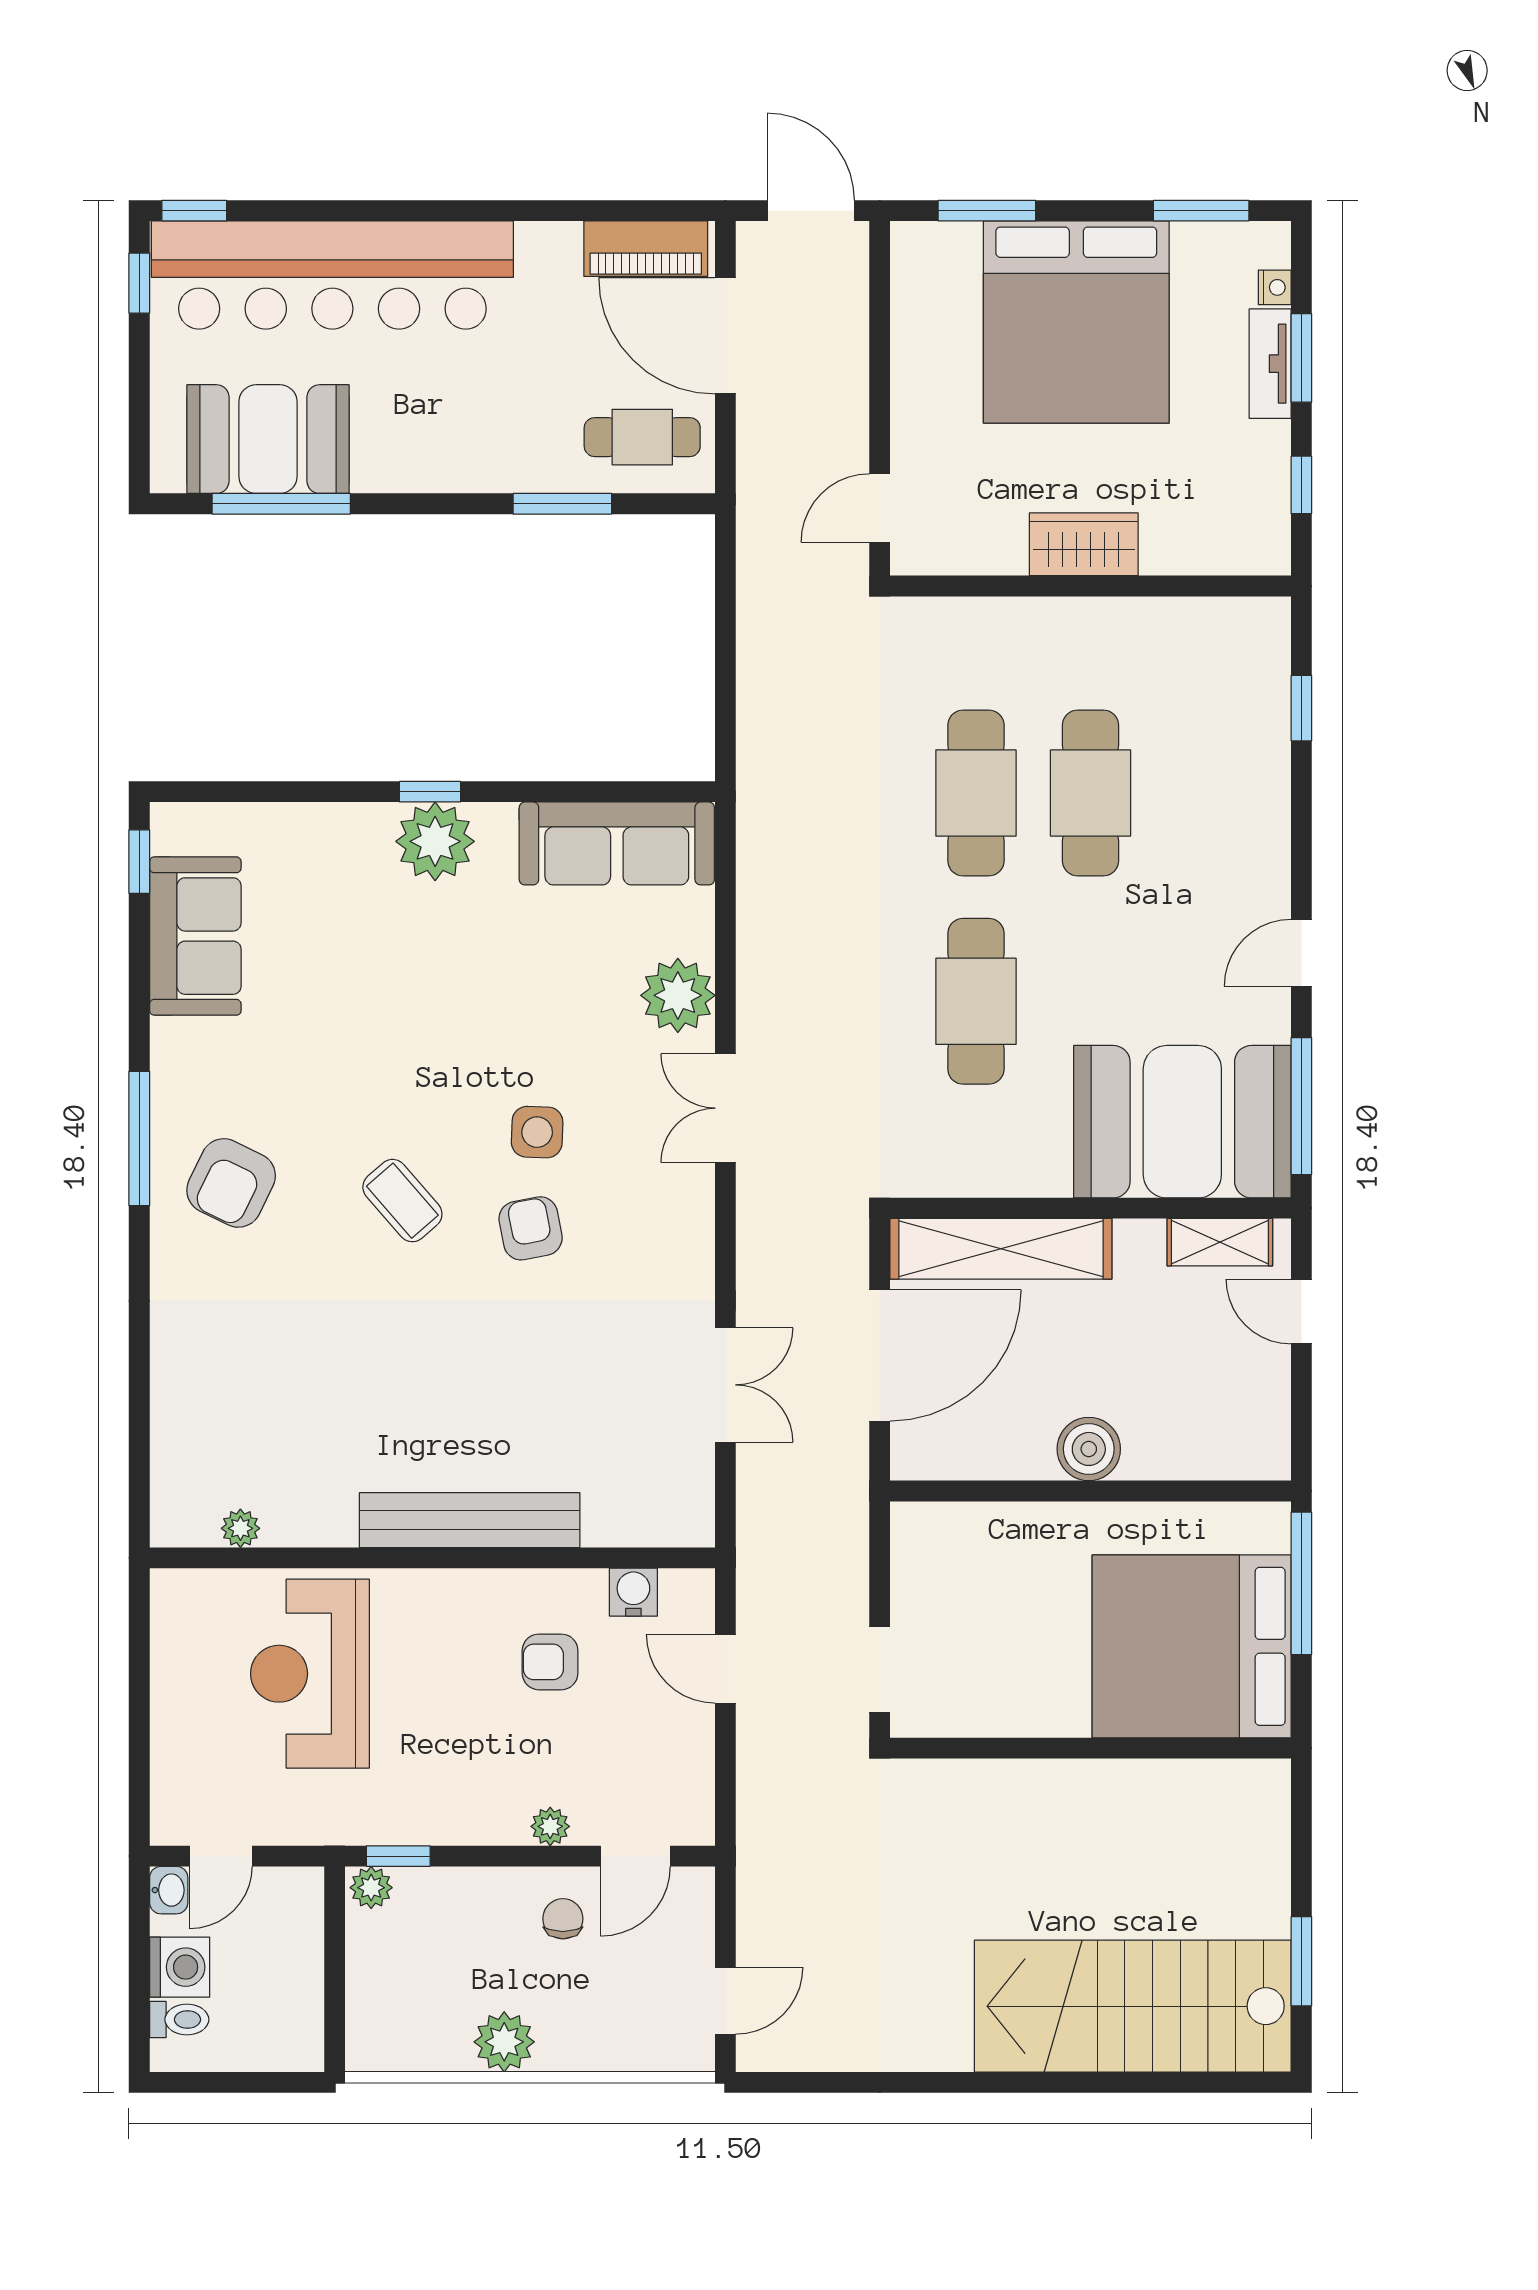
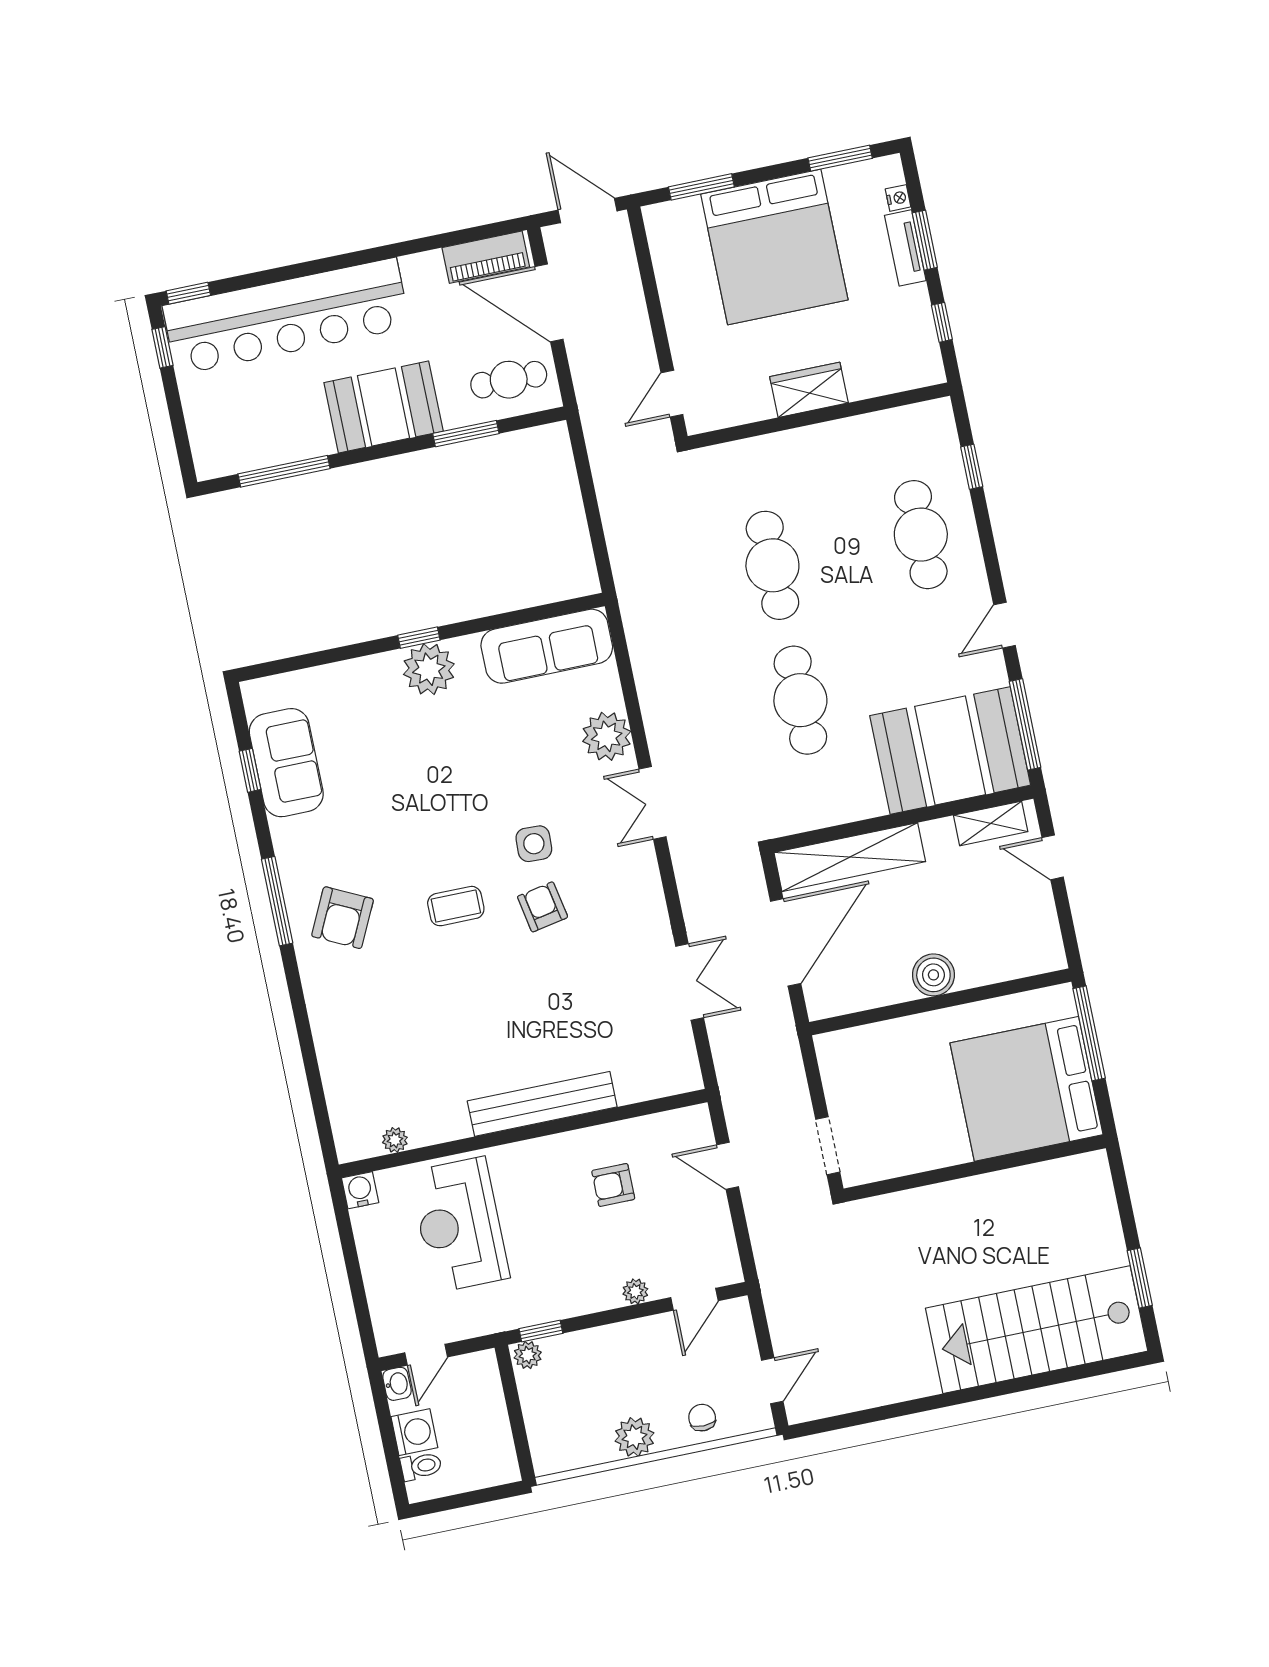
booth: (268, 439) -> (384, 407), moved
cafe table: (1090, 793) -> (921, 535), moved
window: (139, 862) -> (250, 770), moved
coffee table: (402, 1201) -> (456, 906), turned -49
water cooler: (633, 1592) -> (360, 1190), moved
chair: (563, 1919) -> (702, 1418), moved

